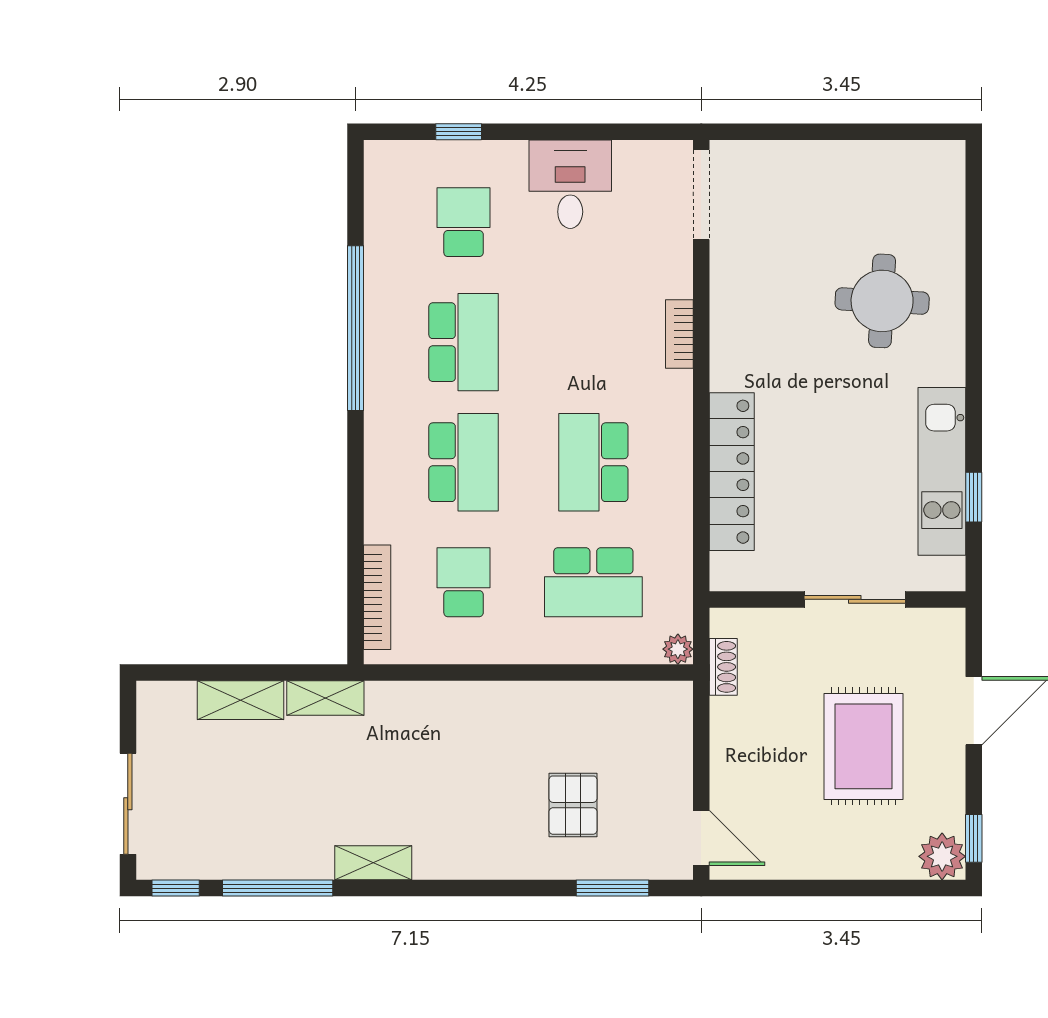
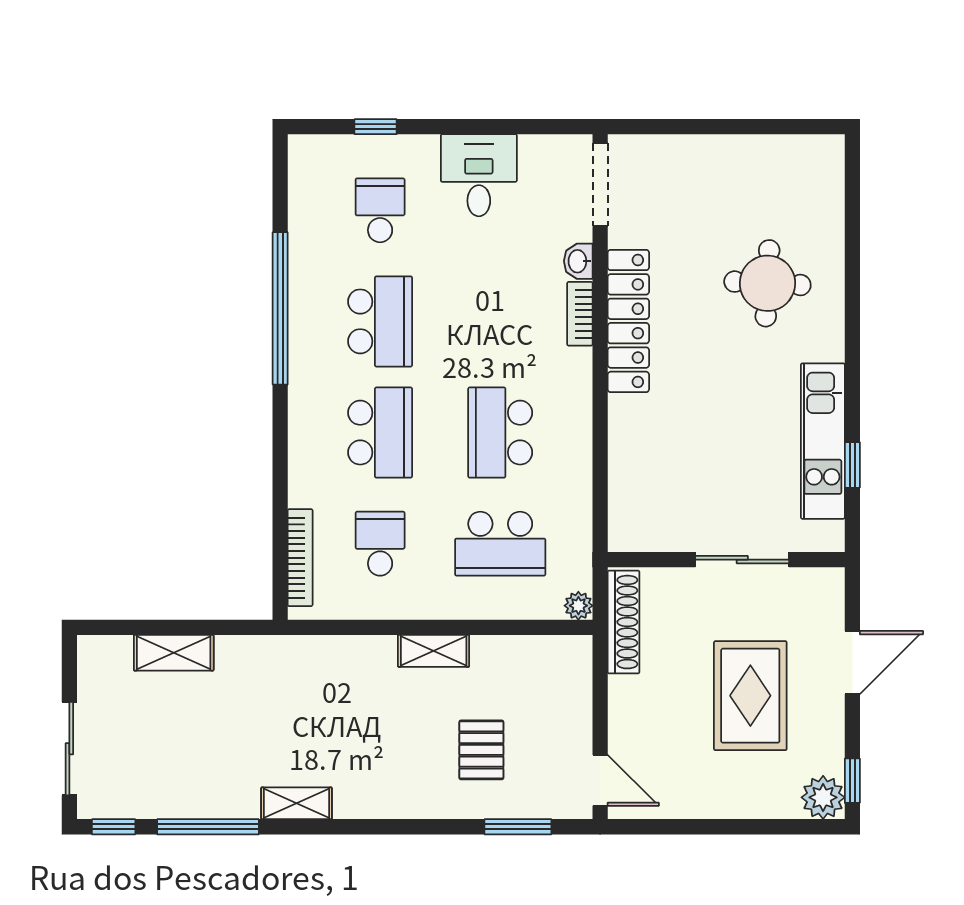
washbasin: (678, 277) -> (578, 261), added
locker: (732, 472) -> (628, 321), moved
shoe rack: (723, 667) -> (624, 622), width x1.94, depth x1.24
shelving: (325, 698) -> (434, 651), moved

